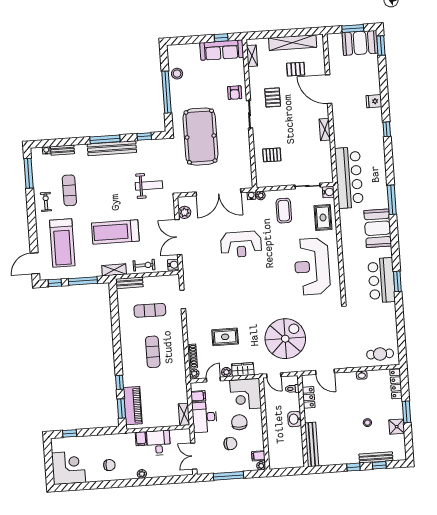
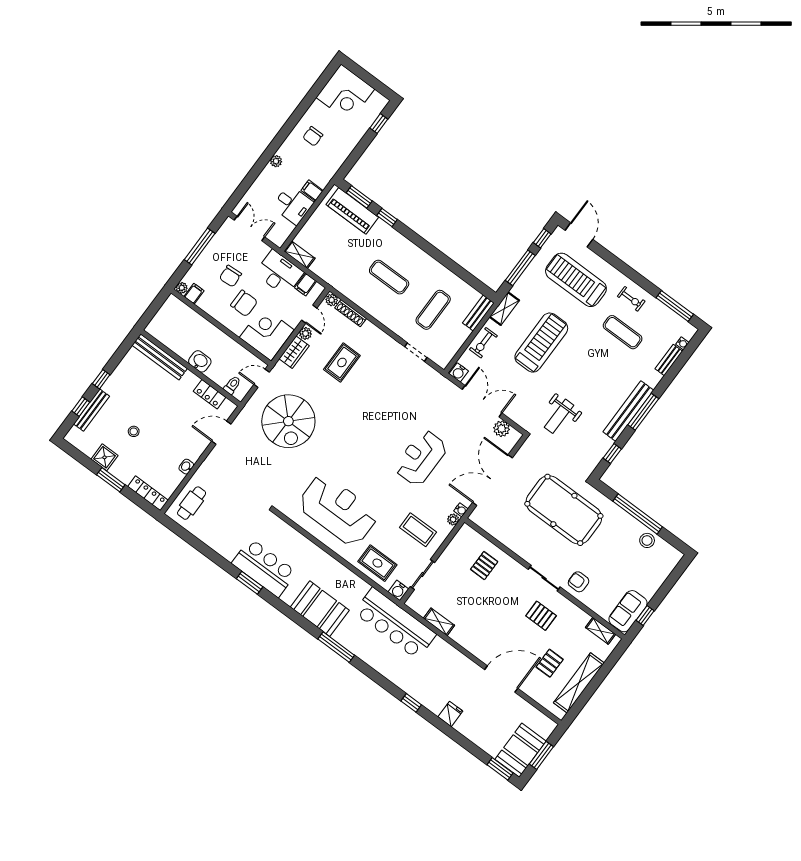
sofa: (222, 50) -> (628, 611), width x0.73
shelving: (325, 130) -> (439, 622), moved

